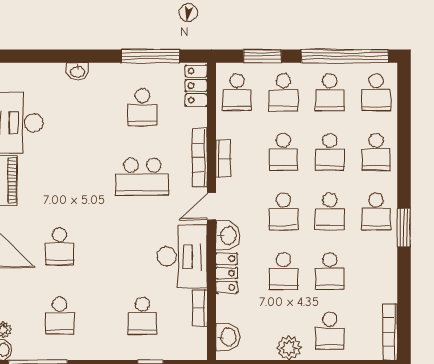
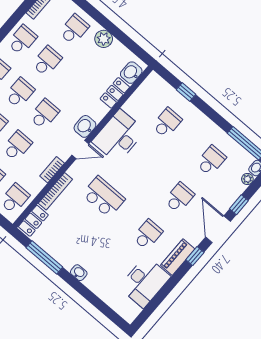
washbasin: (78, 71) -> (79, 273), moved
school desk: (142, 107) -> (148, 235), moved
bookcase: (200, 157) -> (55, 191), moved
school desk: (283, 271) -> (22, 40), moved
locker: (227, 273) -> (115, 93), moved
bookcase: (200, 308) -> (133, 101), removed

